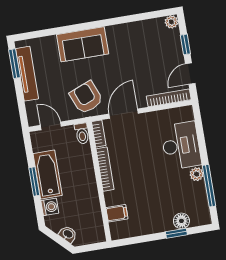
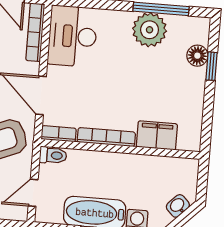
desk: (181, 146) -> (73, 36), moved, turned -90
plant: (197, 174) -> (150, 30), width x1.88, depth x1.88
filing cabinet: (117, 213) -> (157, 135), width x2.00

